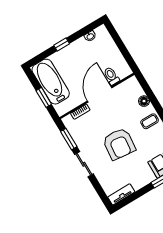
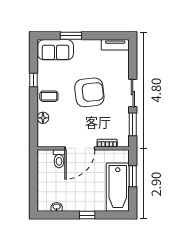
armchair: (119, 144) -> (89, 92), turned 78

